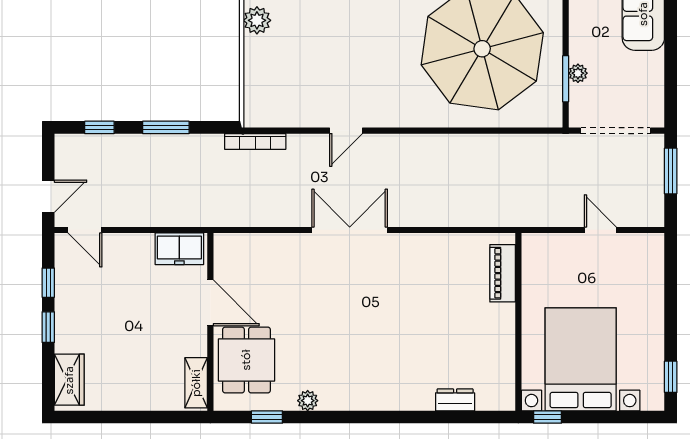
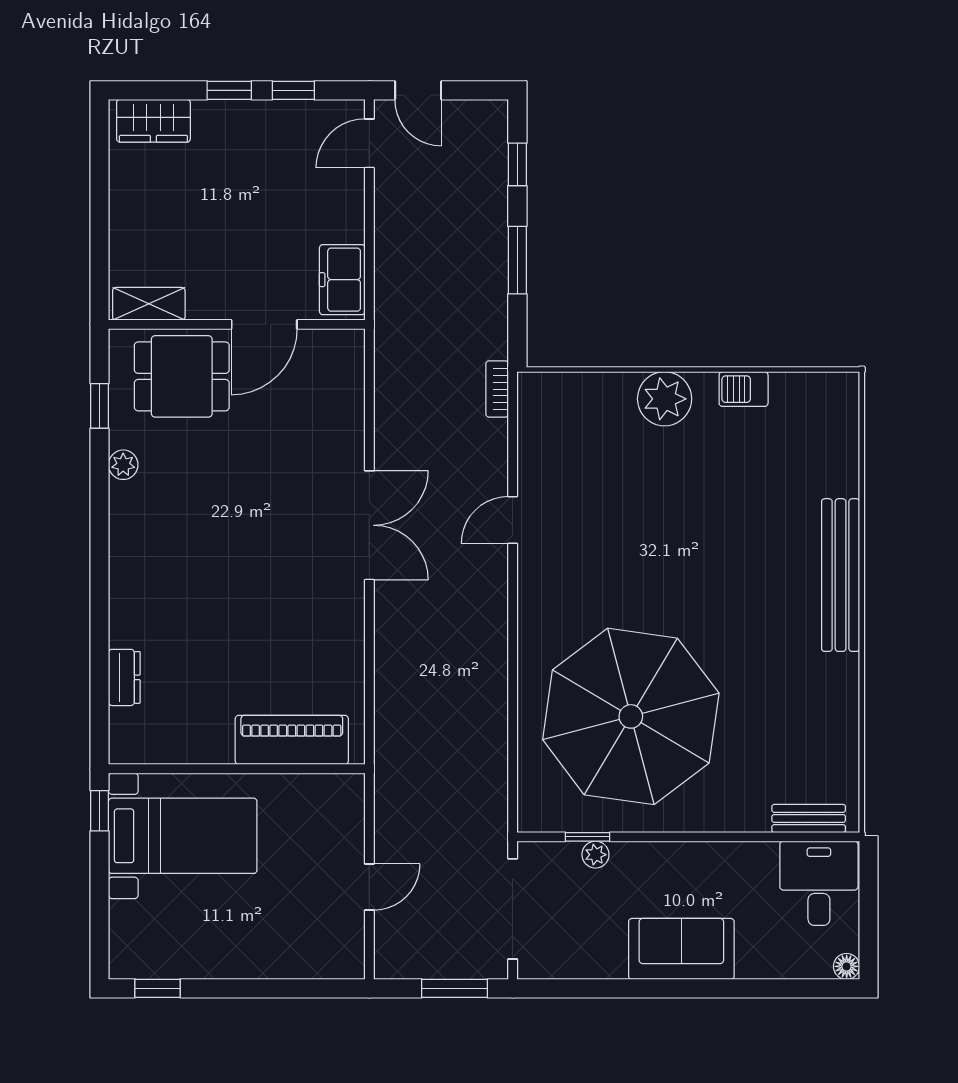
plant: (257, 20) -> (665, 399), width x1.36, depth x1.36
window: (566, 79) -> (587, 837), width x0.67
door: (346, 131) -> (513, 520), hinge flipped
bookcase: (255, 141) -> (497, 389), width x0.64
piano: (503, 273) -> (292, 740), width x1.37, depth x1.33
bed with nightstands: (581, 359) -> (183, 836), width x0.73

